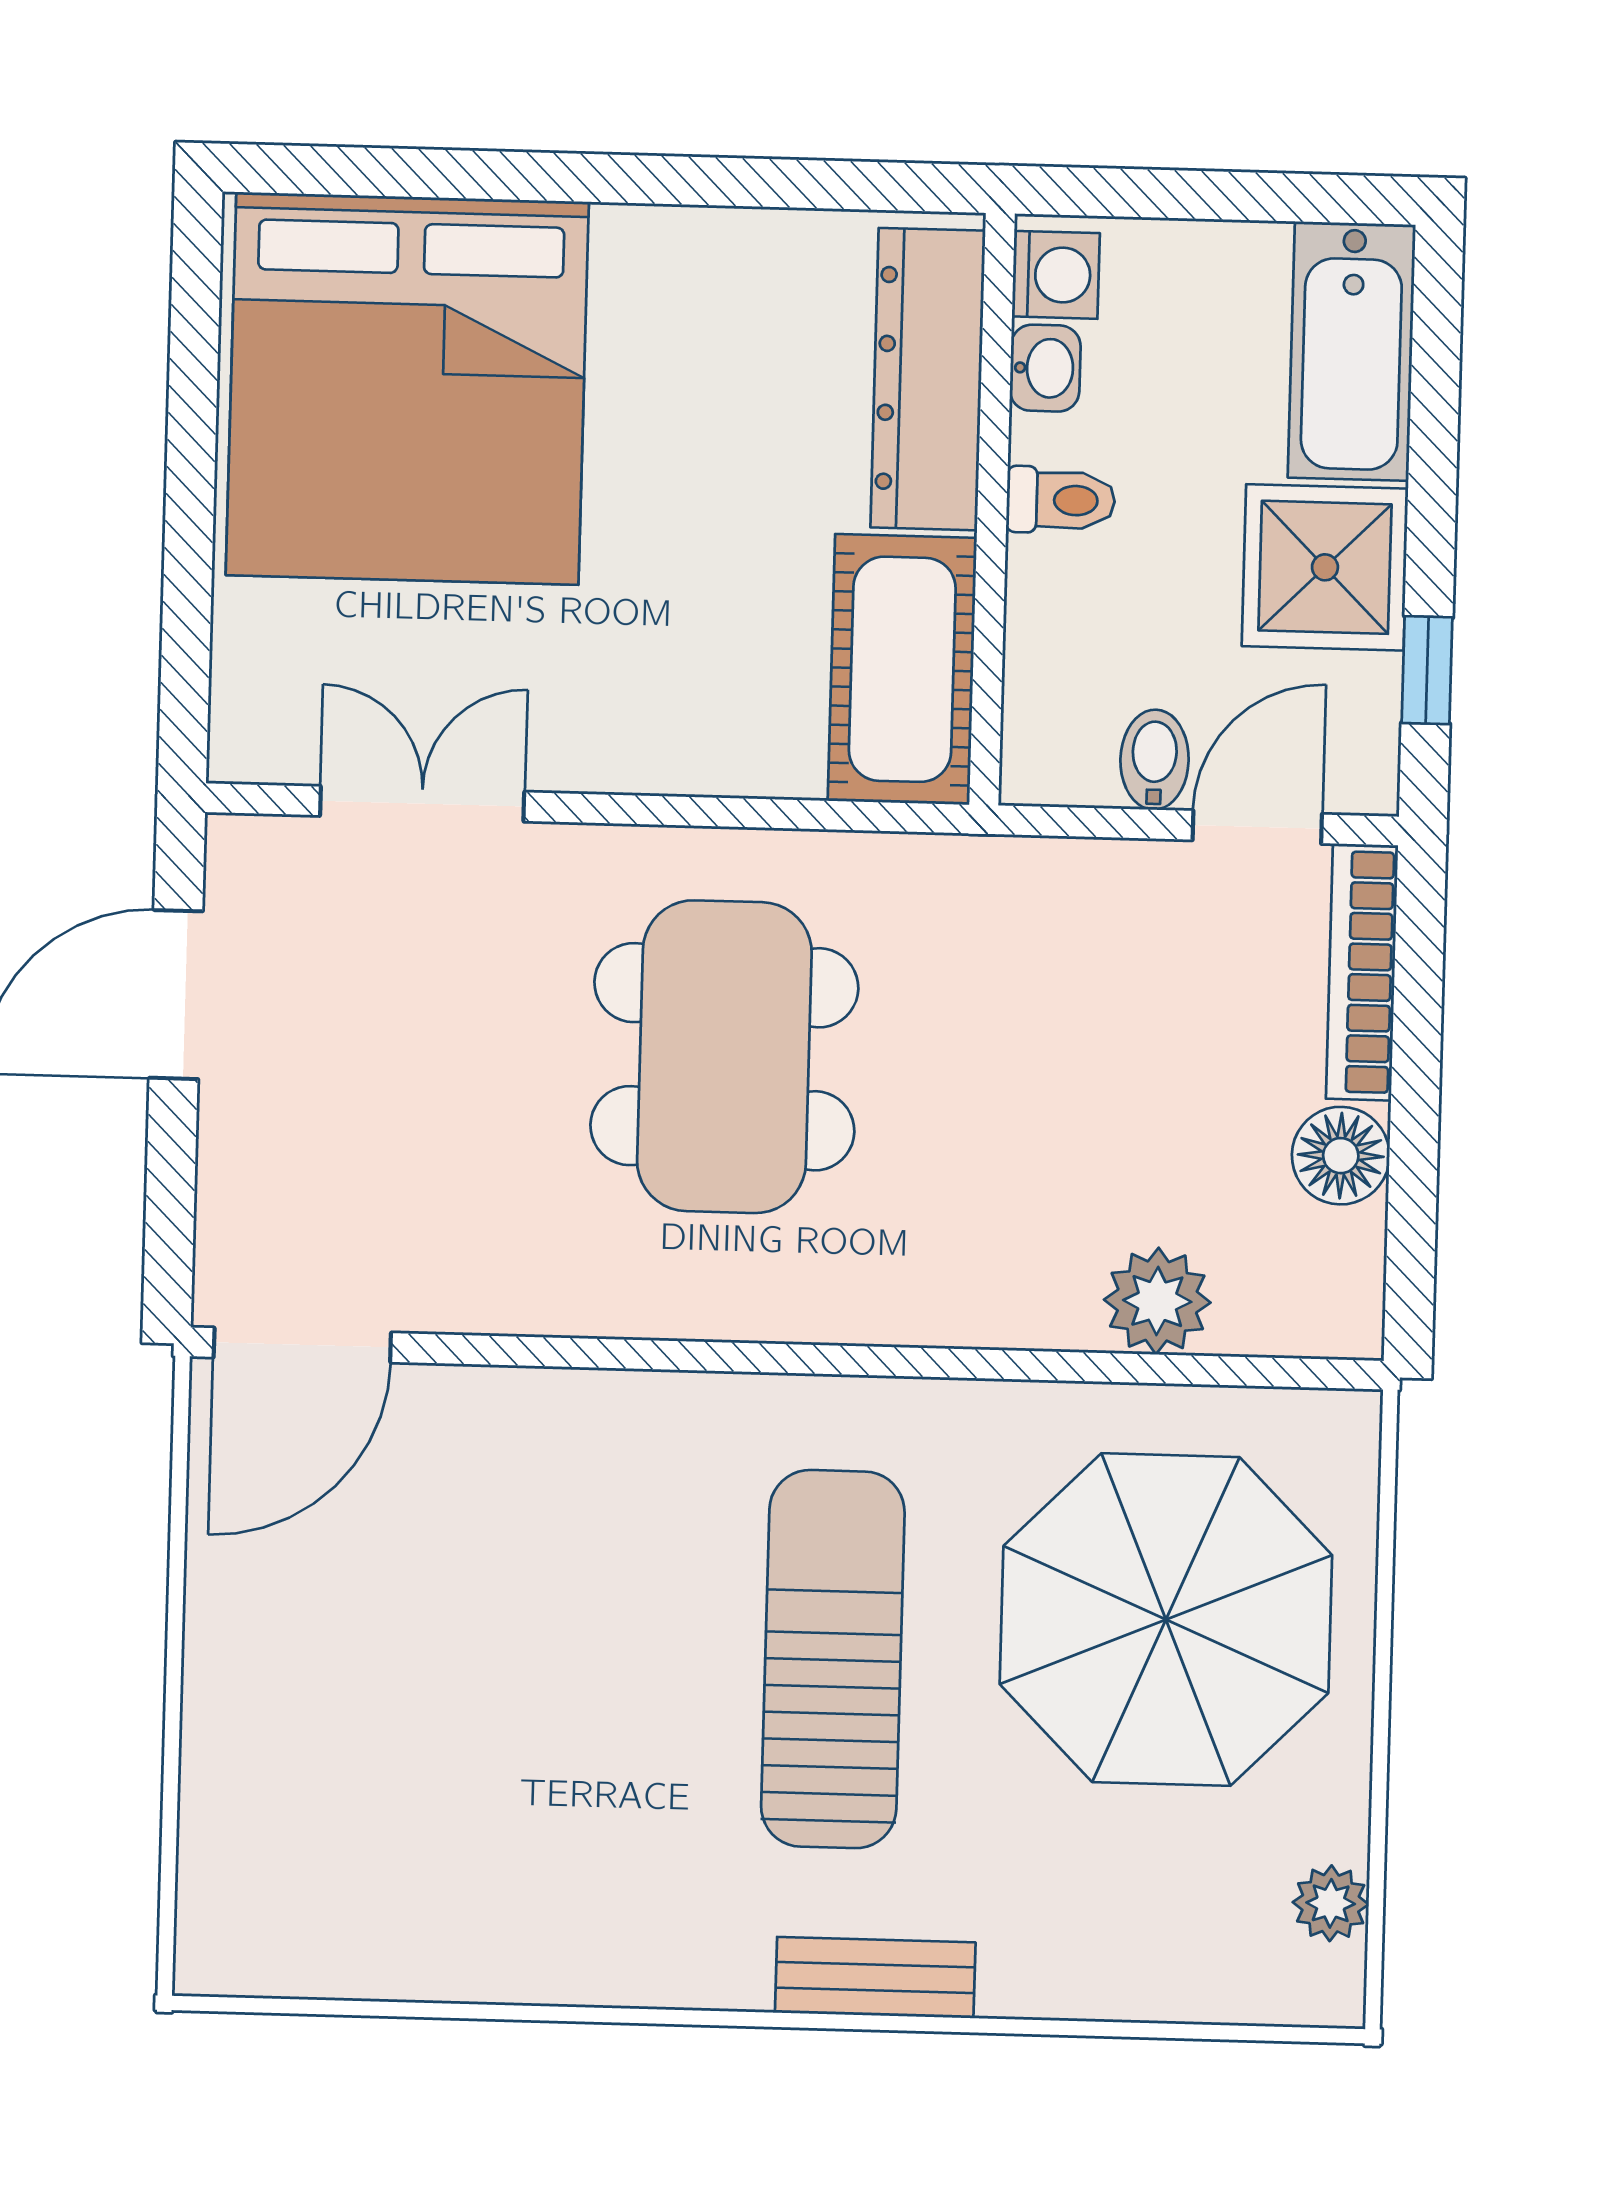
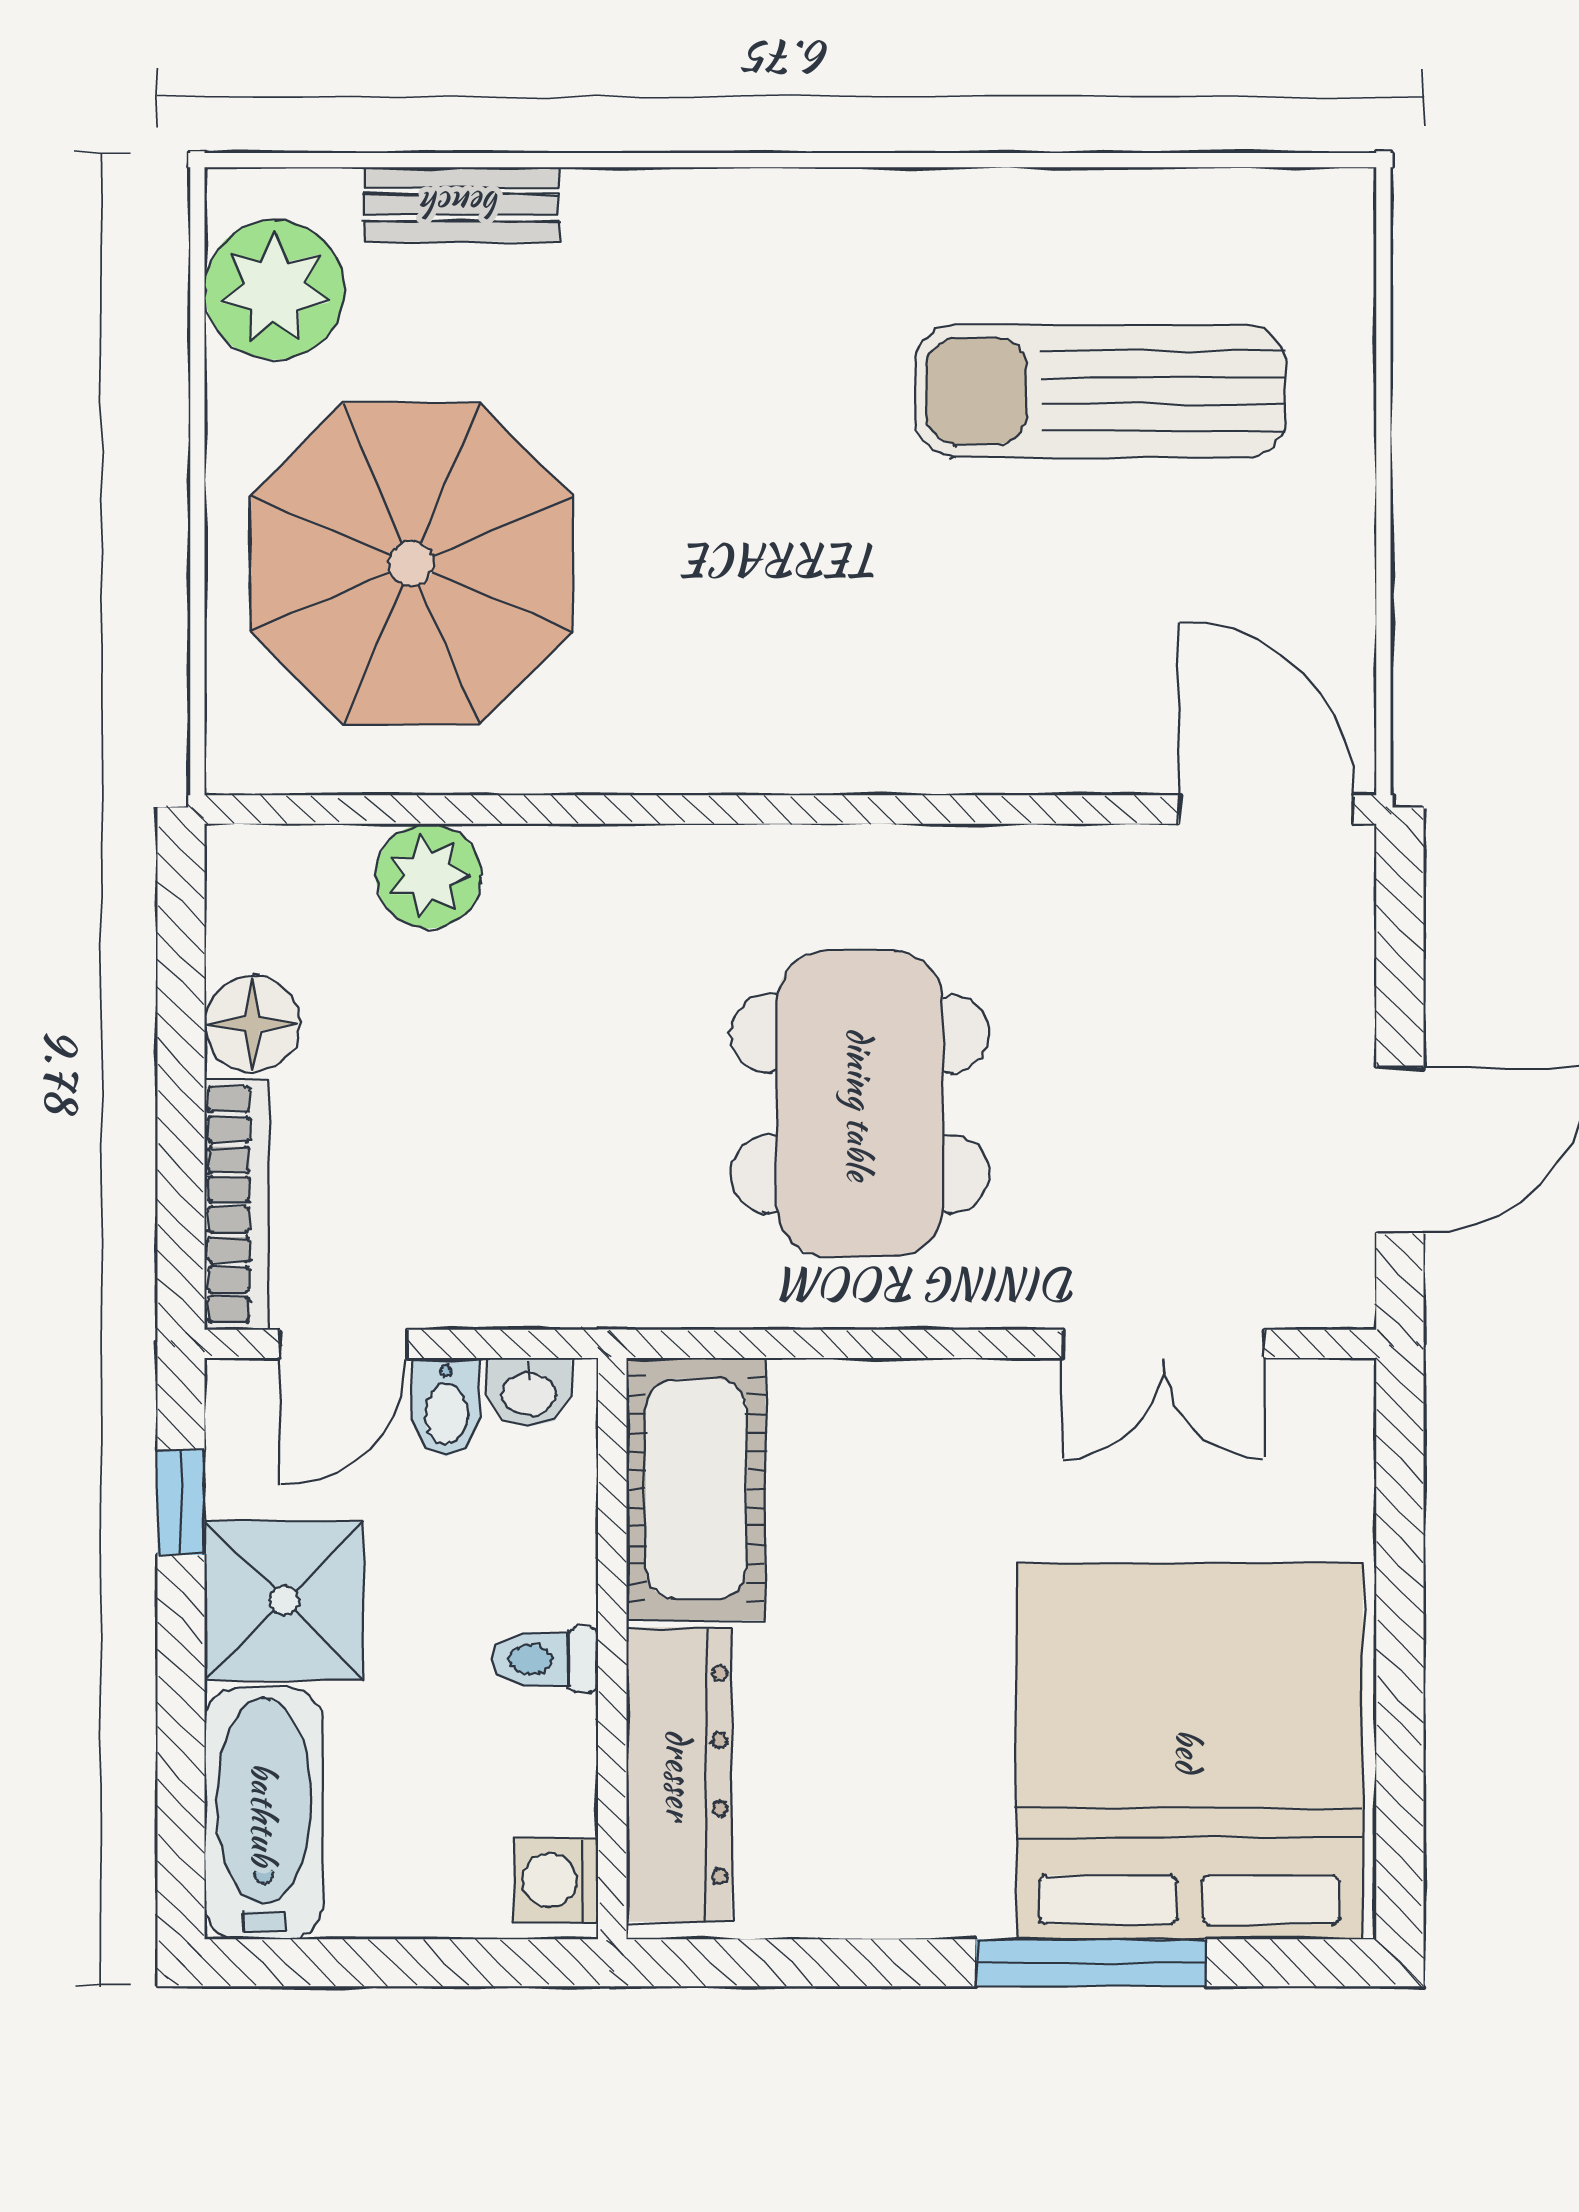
window: (514, 176) -> (1091, 1963), added
washbasin: (1045, 368) -> (529, 1392), moved, turned -90
door: (302, 1345) -> (1266, 809), hinge flipped
sun lounger: (833, 1659) -> (1100, 391), moved, turned 90
plant: (1331, 1903) -> (275, 290), width x1.88, depth x1.88
bench: (875, 1978) -> (462, 204), moved

